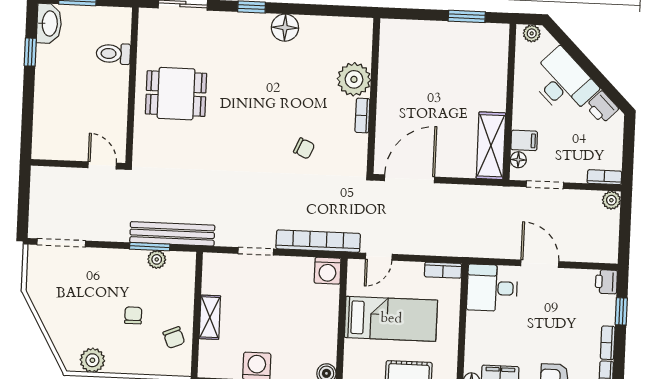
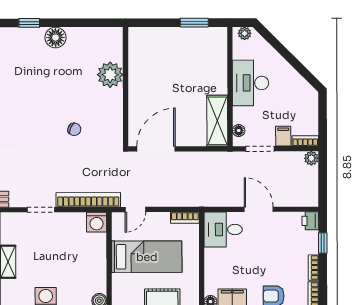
desk: (563, 82) -> (250, 83), moved, turned -135
printer: (602, 107) -> (301, 88), removed
bookcase: (362, 116) -> (118, 102), removed
filing cabinet: (524, 140) -> (283, 136), moved, turned -90

